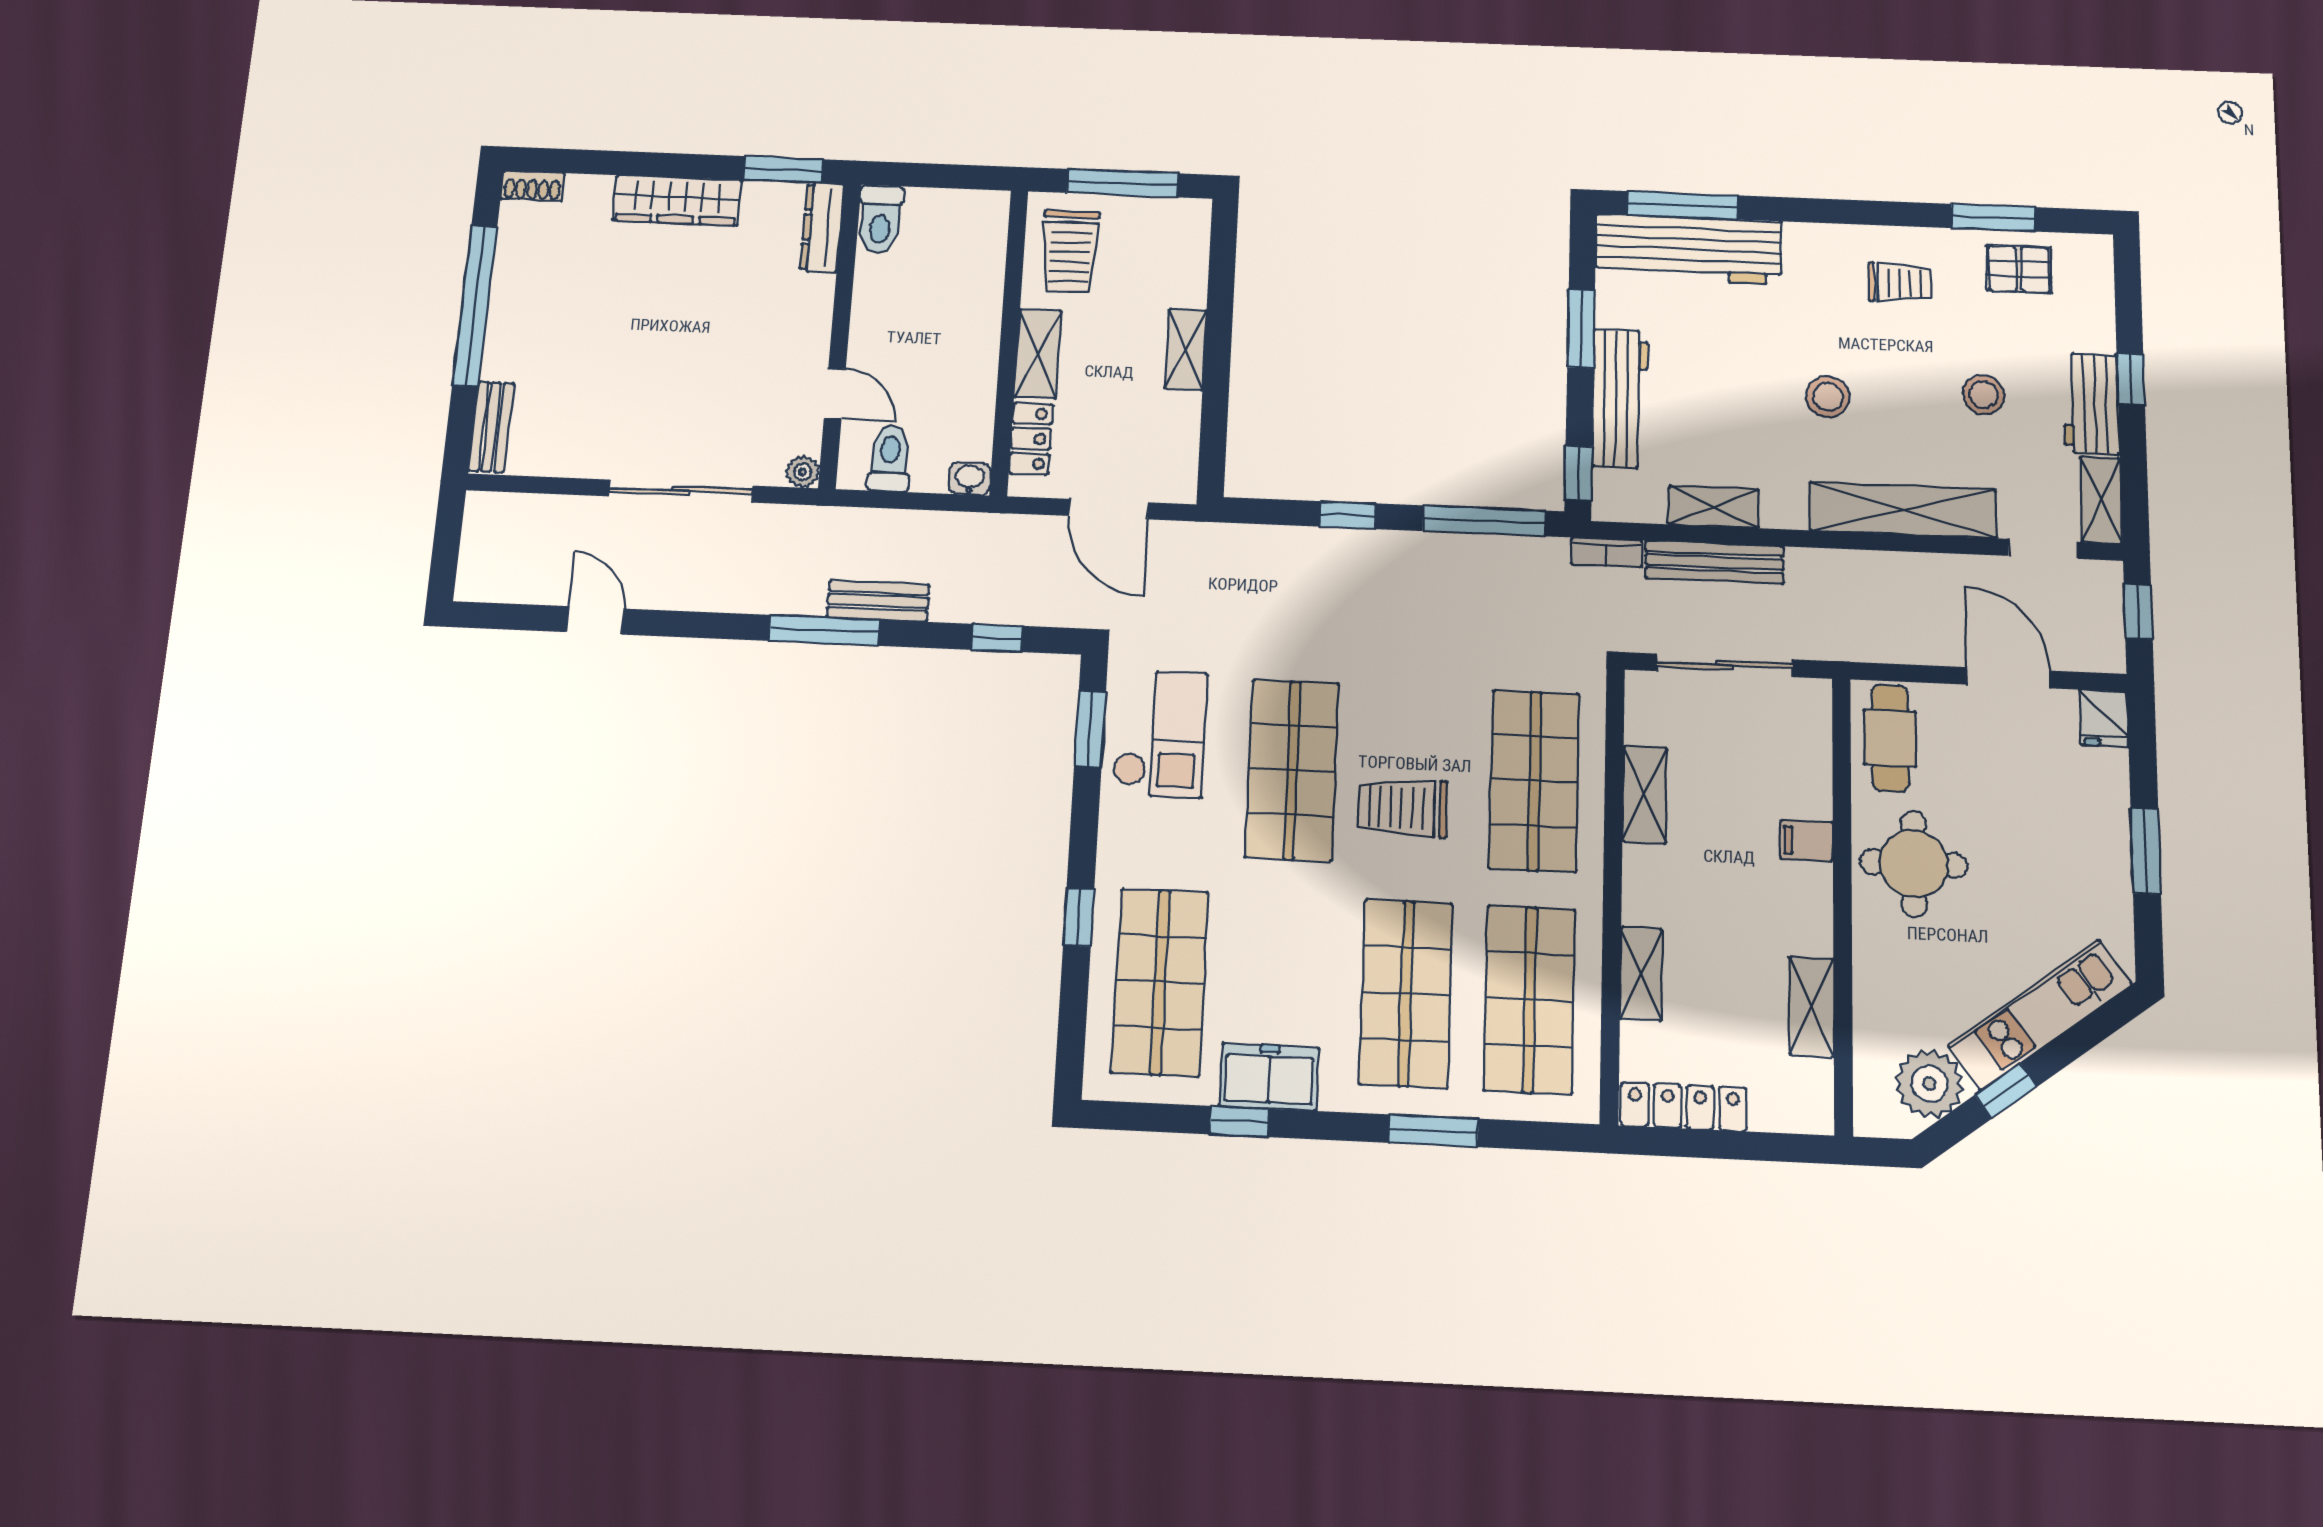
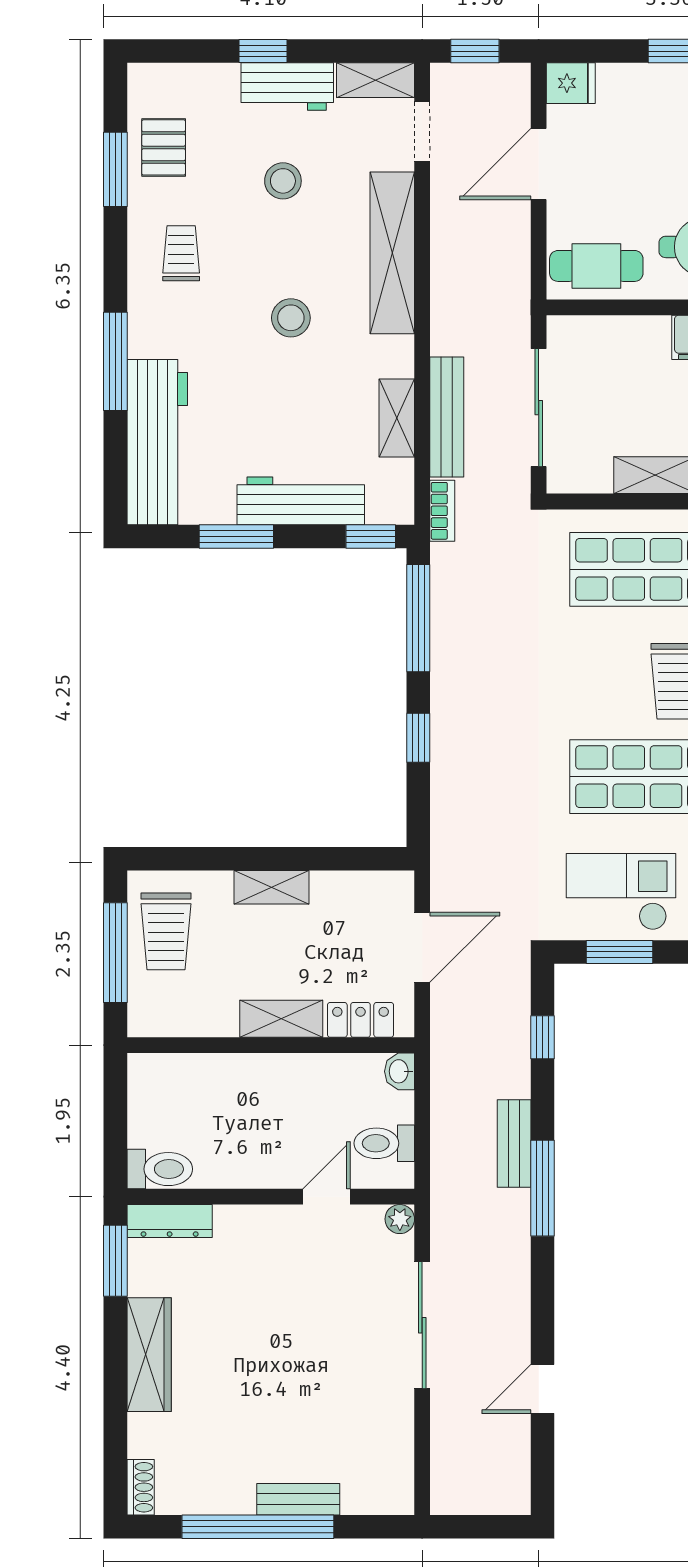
window: (1683, 205) -> (115, 361), moved
trolley: (1070, 251) -> (166, 931), moved, turned 90
bench: (491, 427) -> (298, 1499), moved

